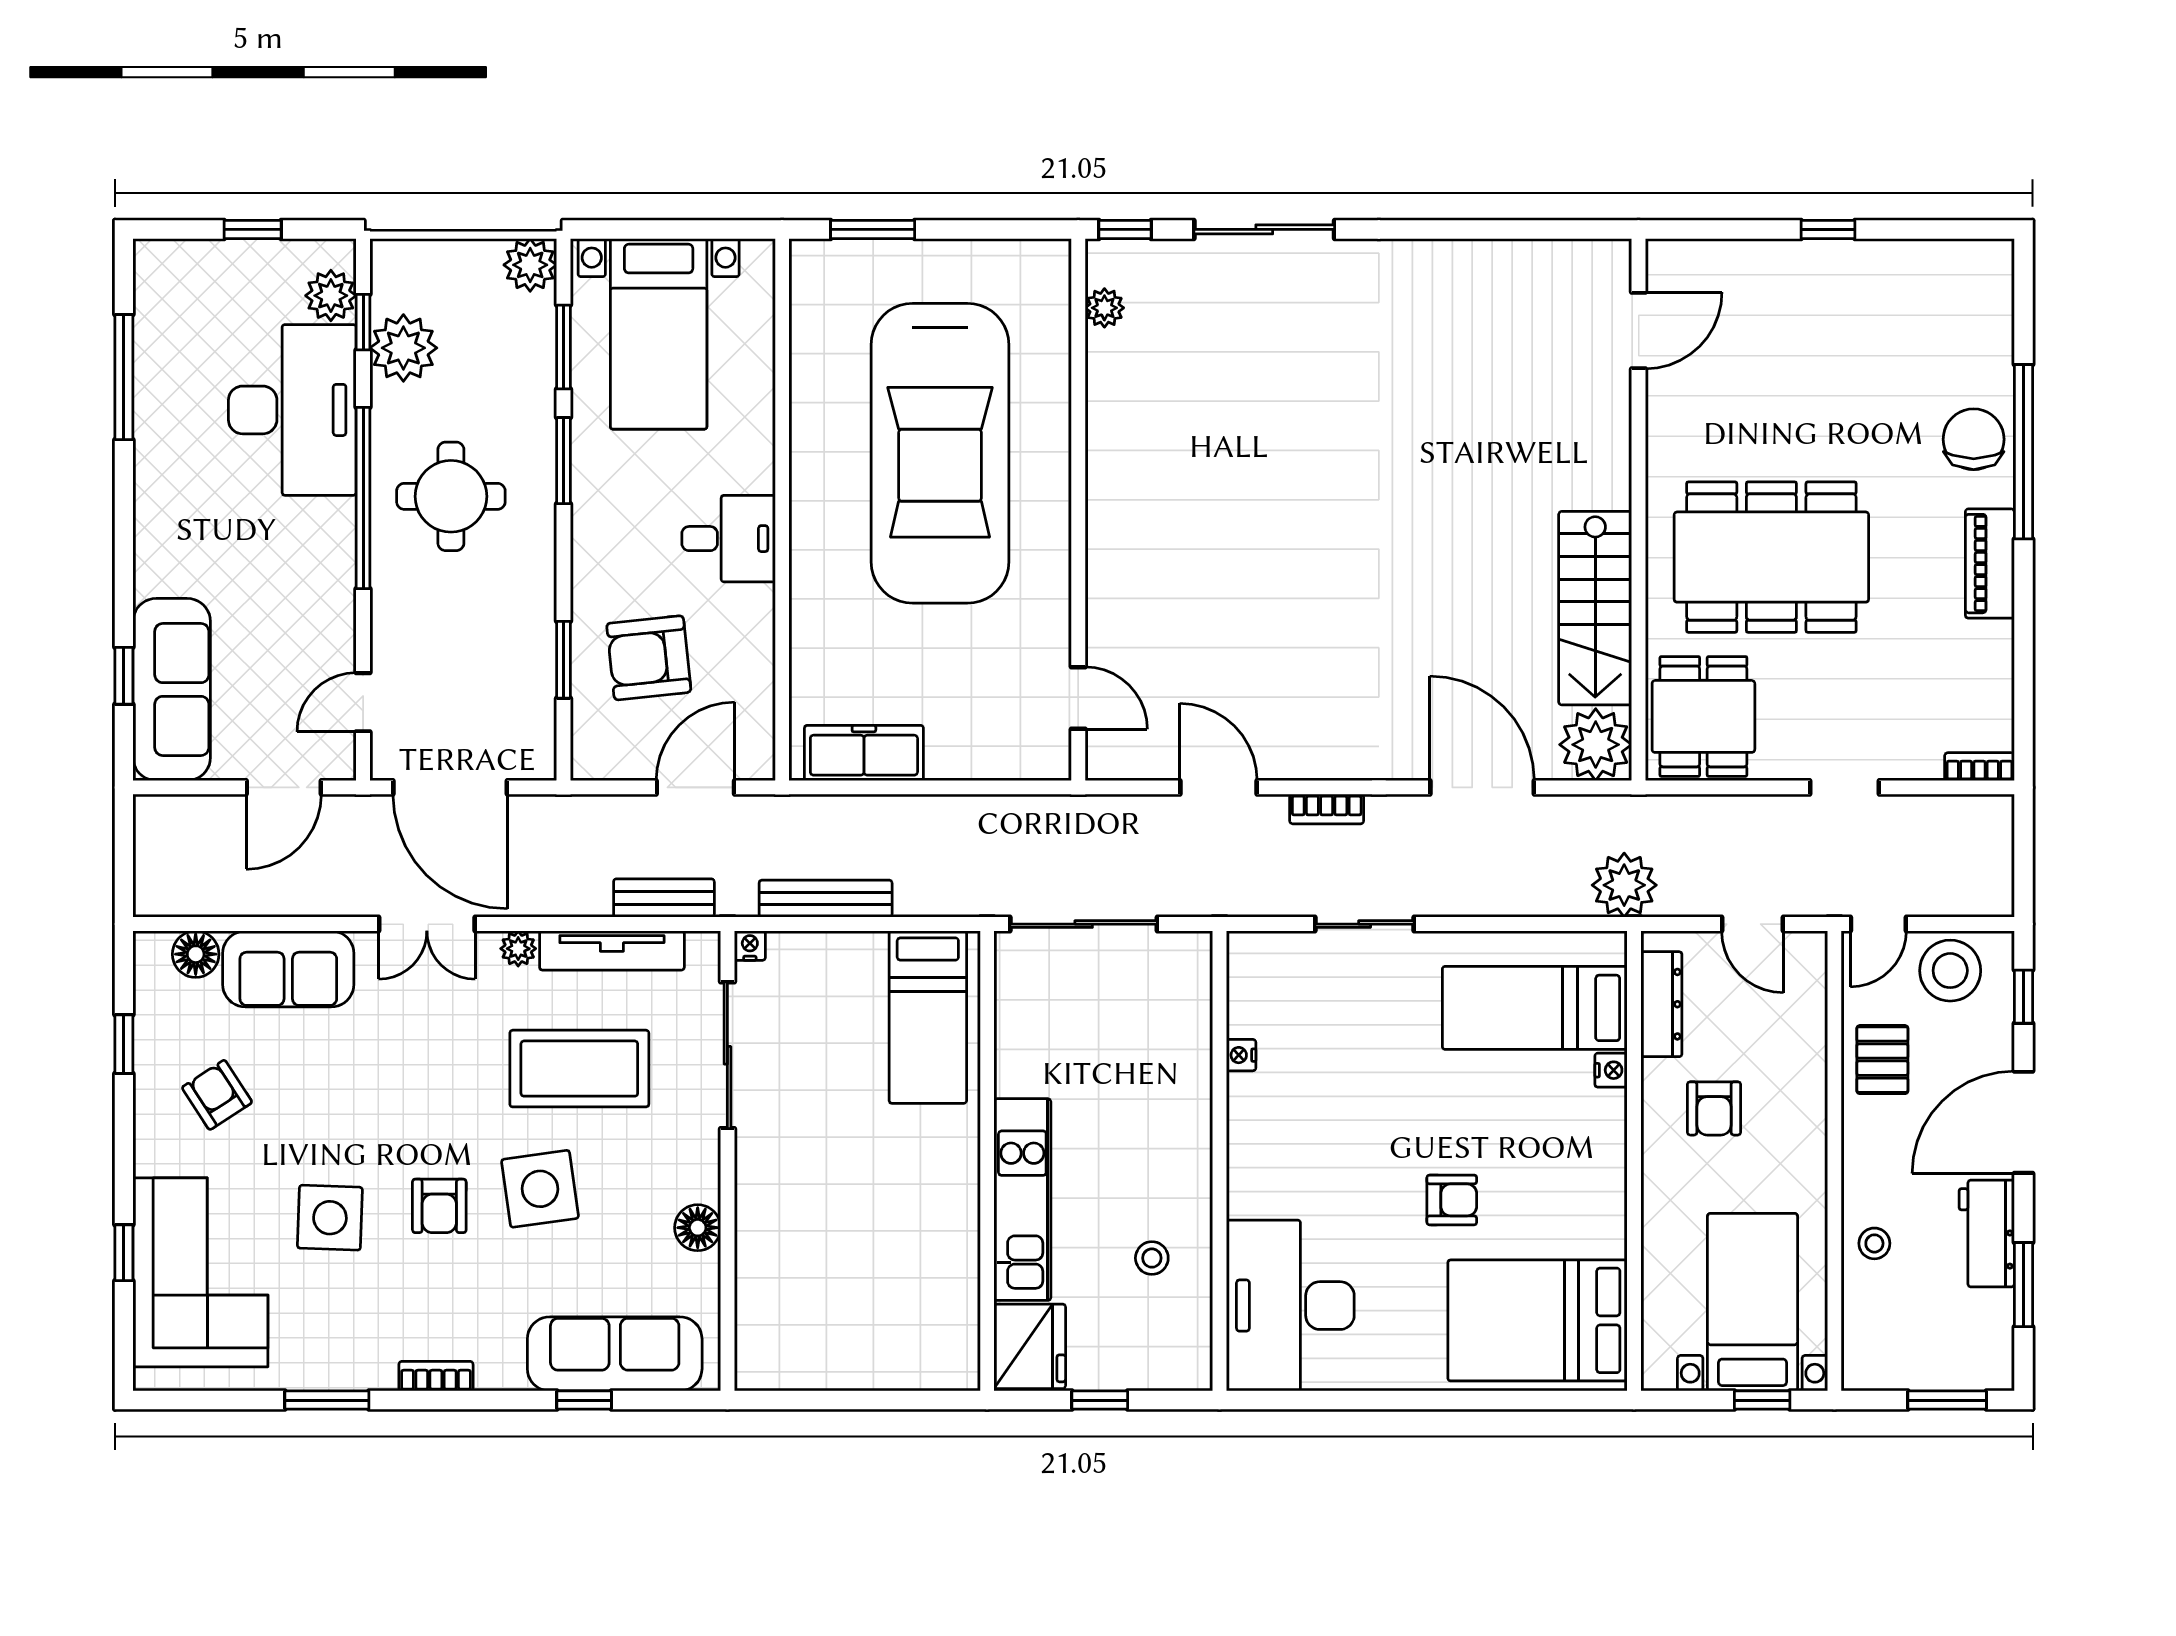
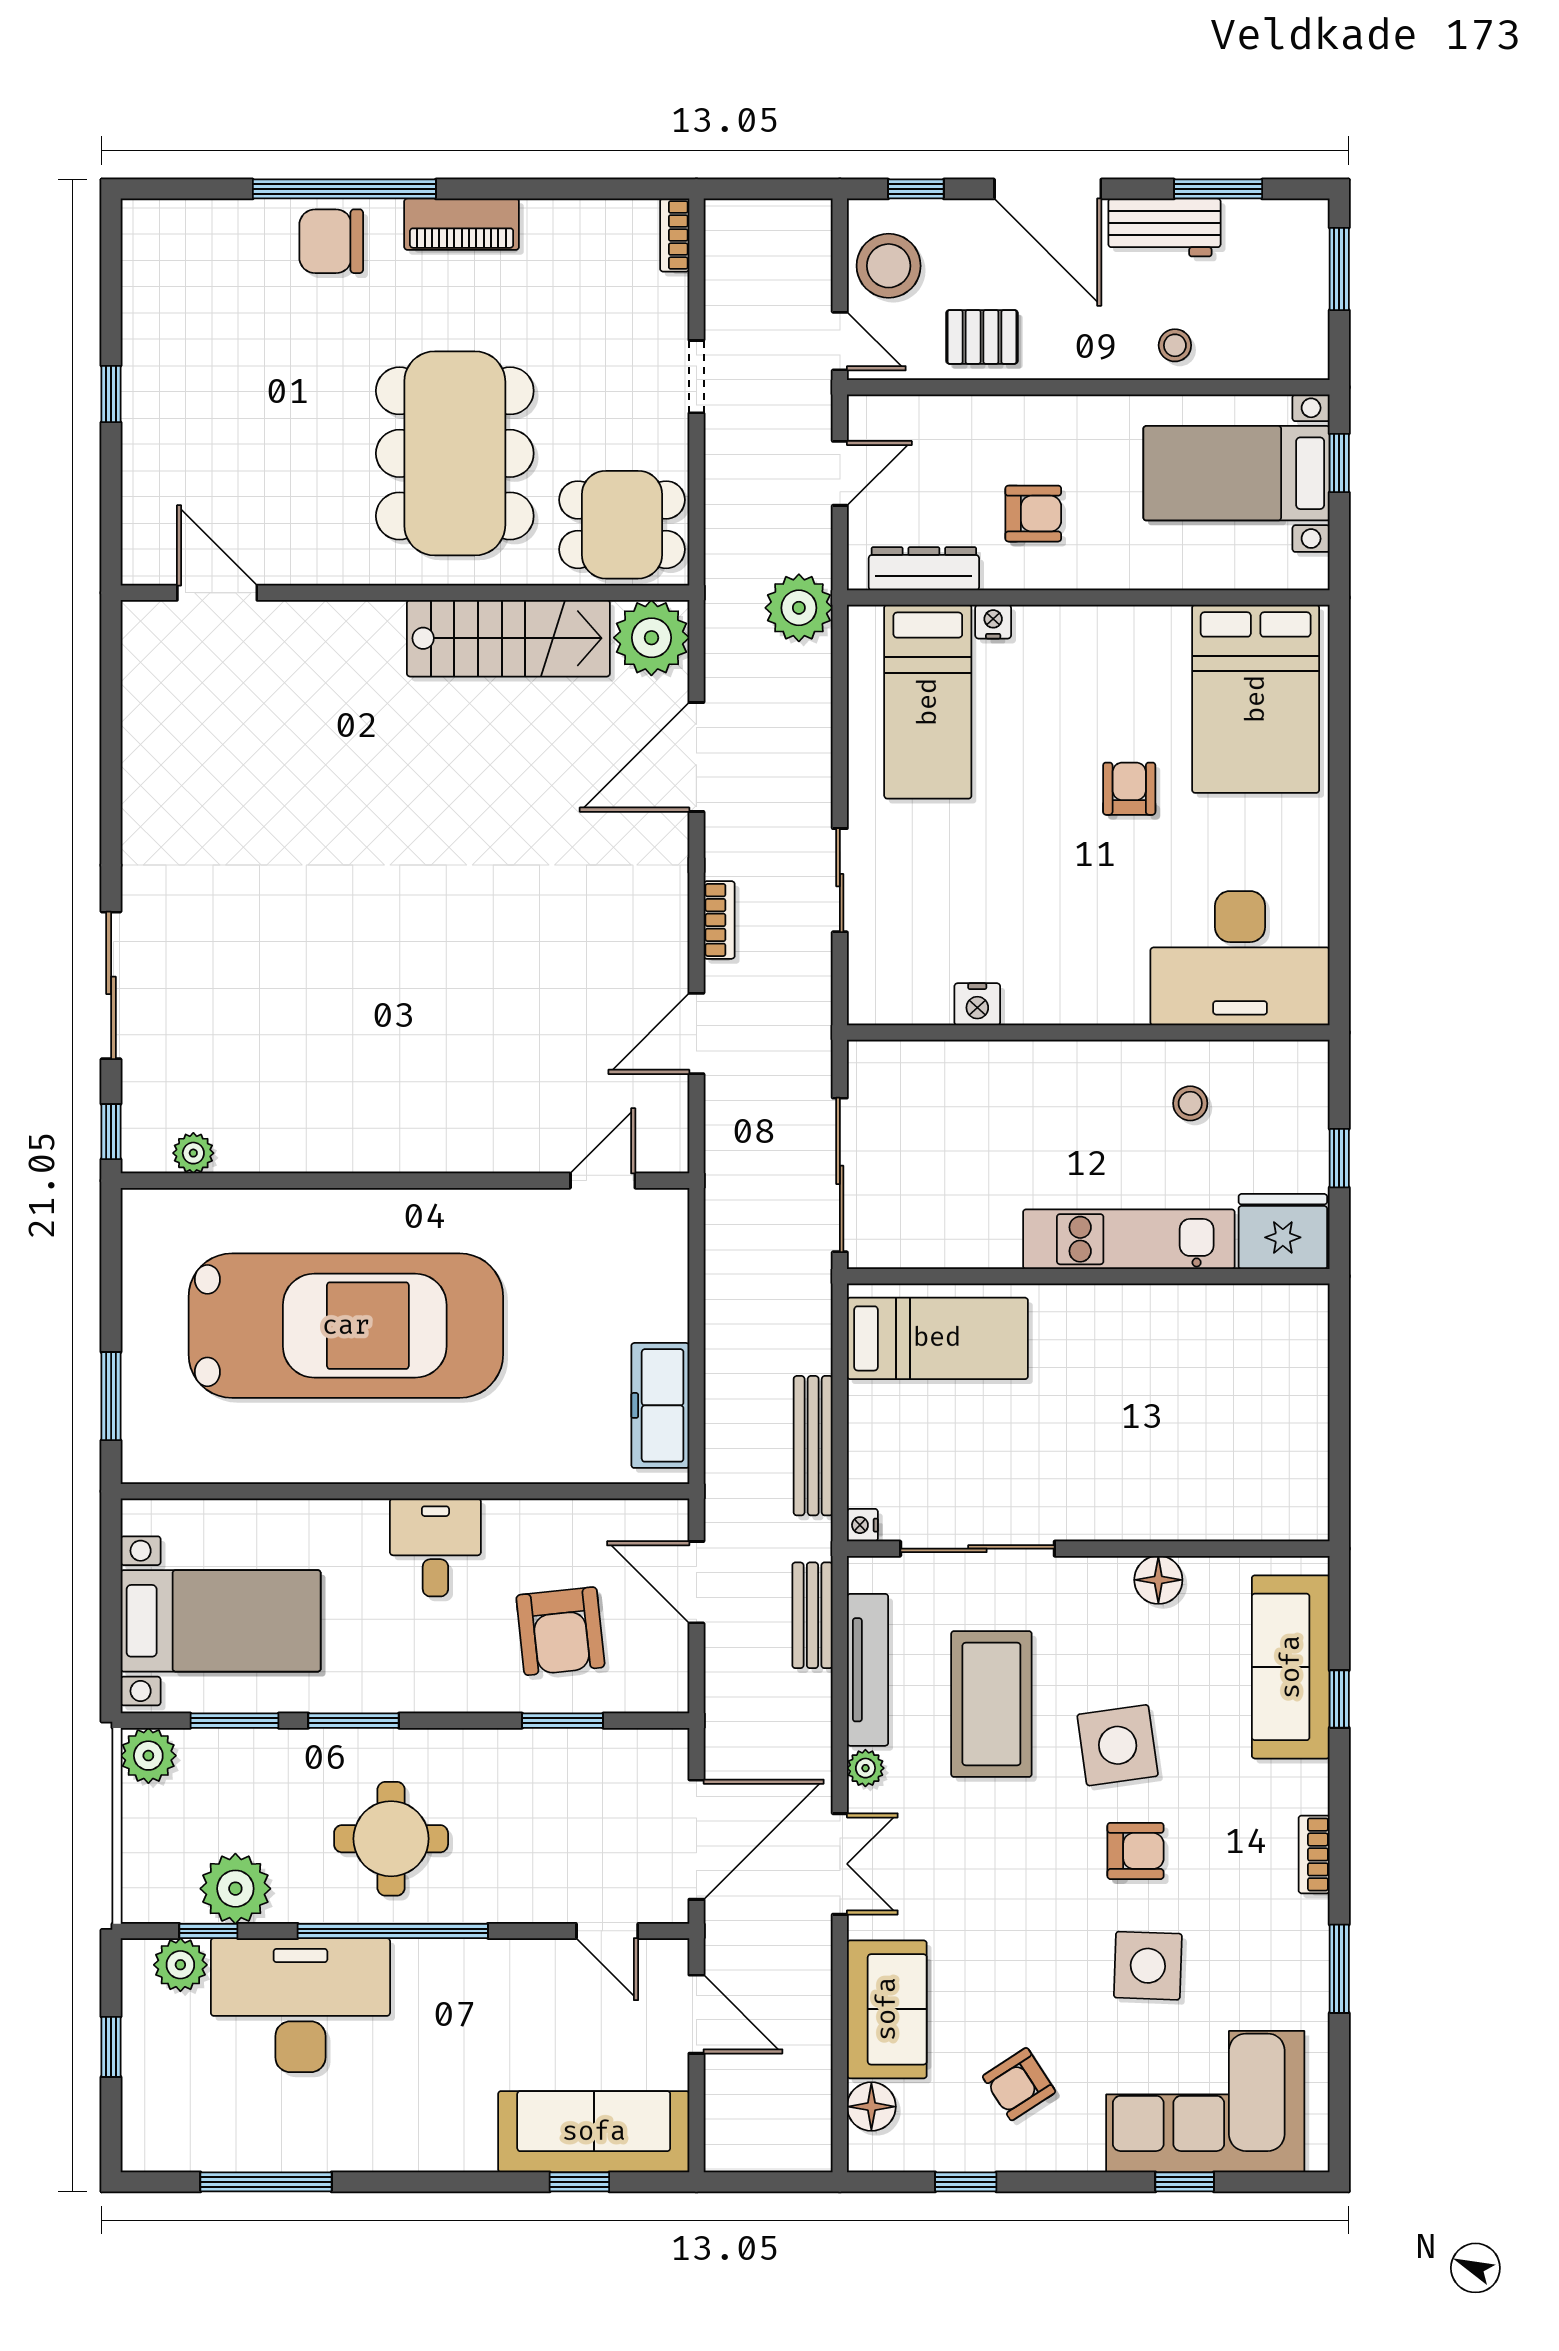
nightstand: (1241, 1055) -> (977, 1004), width x1.39, depth x1.35

